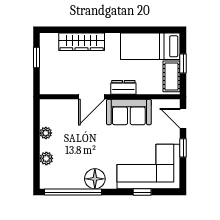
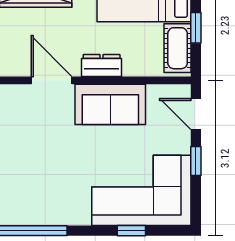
door: (92, 97) -> (51, 80), swing flipped
floor lamp: (95, 179) -> (57, 210), removed

